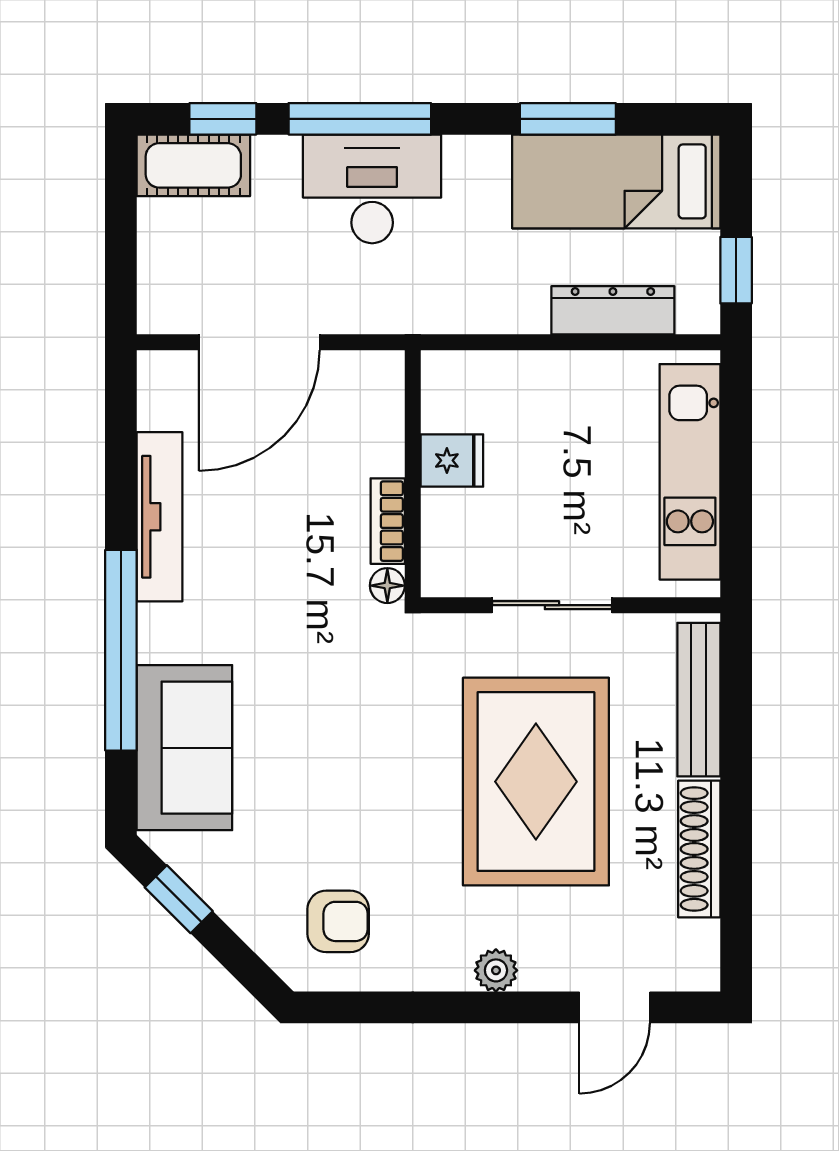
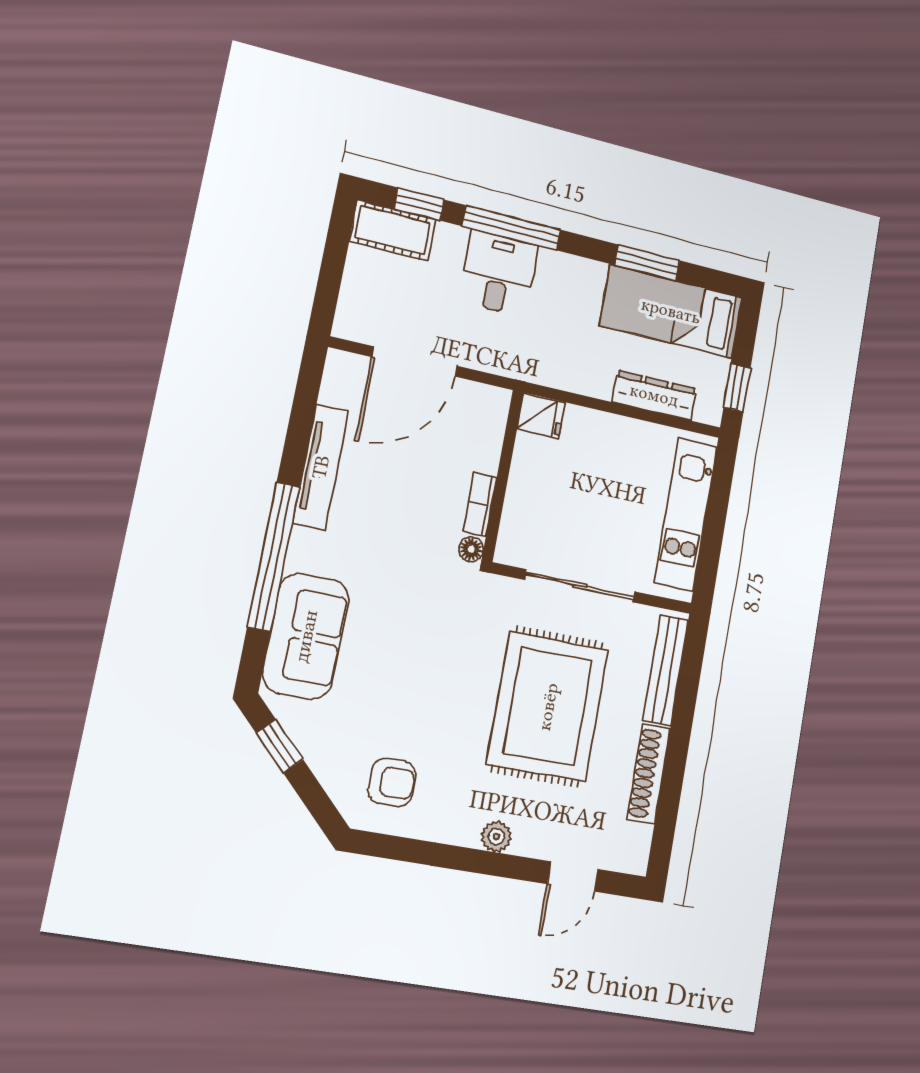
desk: (372, 189) -> (499, 273), width x0.73
fridge: (452, 460) -> (541, 416), moved
sliding door: (552, 605) -> (580, 586), width x1.37

